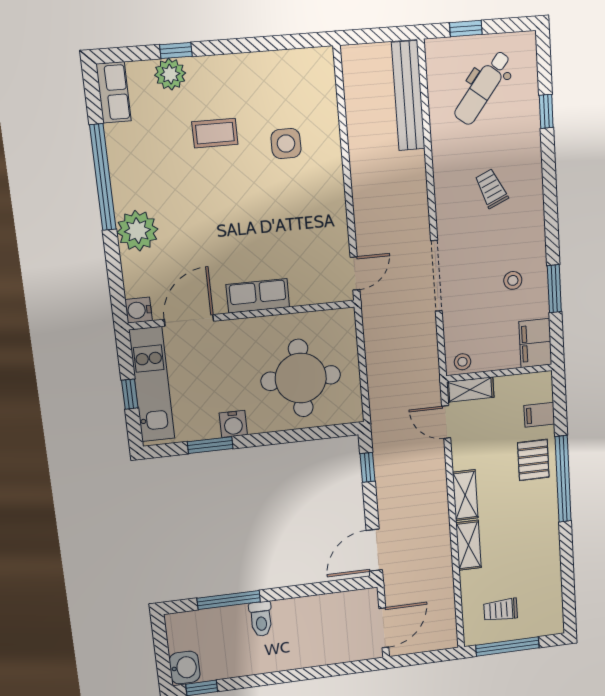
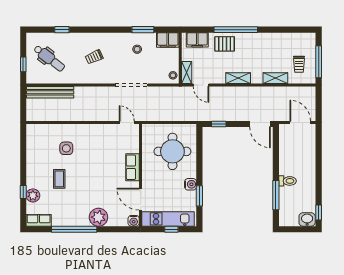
filing cabinet: (539, 415) -> (197, 40), width x2.00
door: (446, 422) -> (201, 85), hinge flipped
shelving: (469, 545) -> (275, 78), moved

